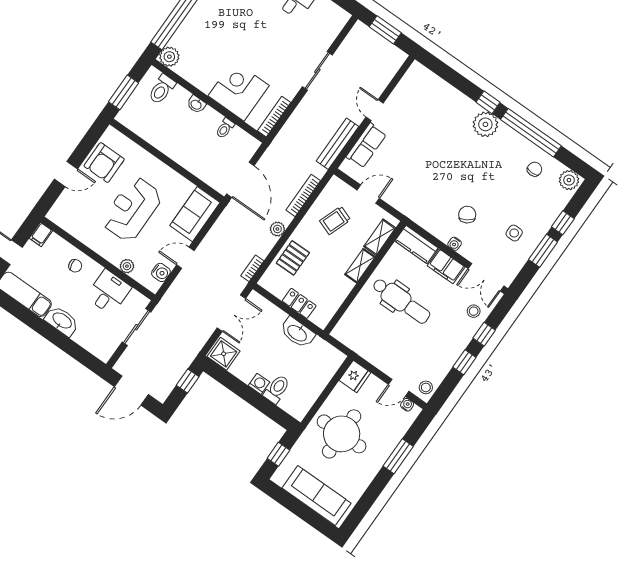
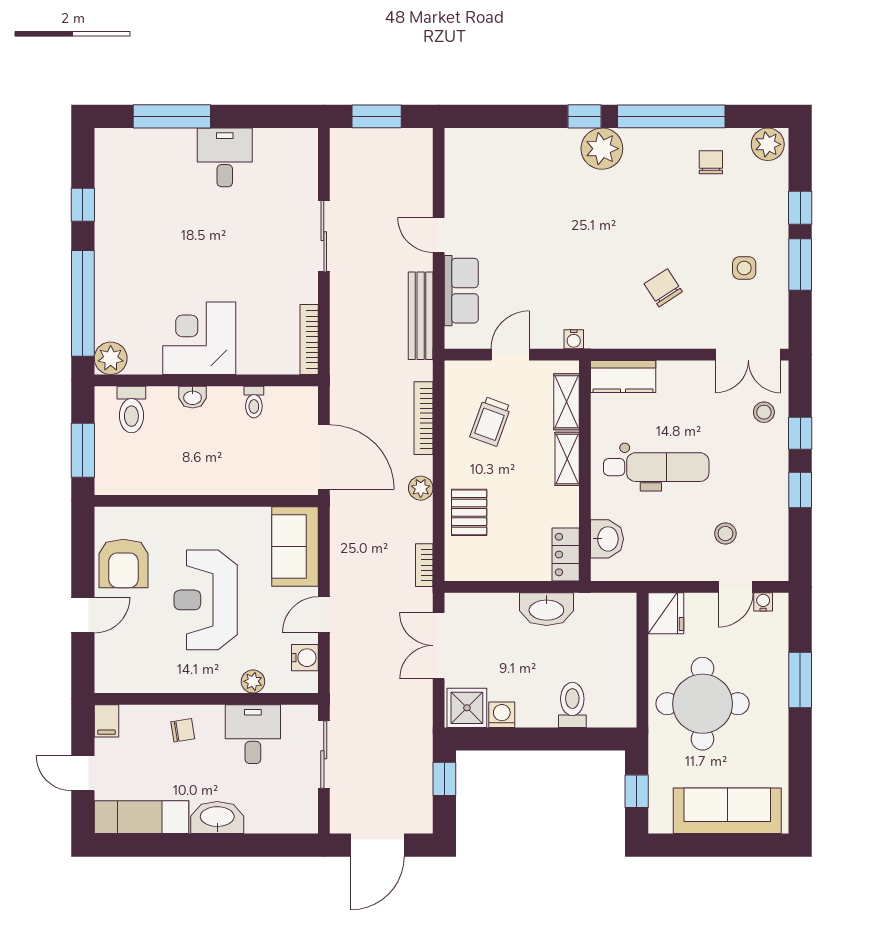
corner desk: (239, 91) -> (199, 338), moved
water cooler: (455, 244) -> (574, 339), moved
filing cabinet: (446, 266) -> (684, 378), removed
locker: (299, 303) -> (566, 555), moved, turned -90
double door: (231, 313) -> (439, 646), swing flipped
washbasin: (352, 319) -> (607, 539), added
washing machine: (259, 384) -> (502, 715), moved
stool: (426, 387) -> (725, 534), moved

